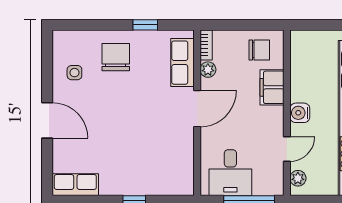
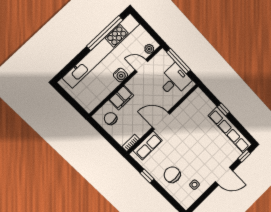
chair: (116, 57) -> (172, 175), turned 90
plant: (208, 70) -> (140, 132), removed
door: (47, 120) -> (224, 176), swing flipped
window: (47, 171) -> (244, 156), added
row of seats: (75, 185) -> (230, 130), width x2.02

